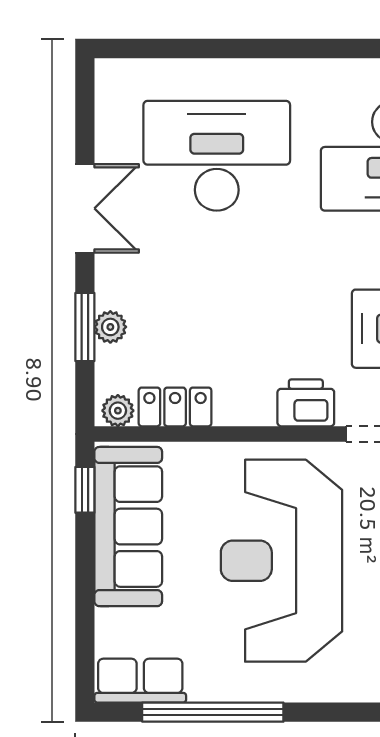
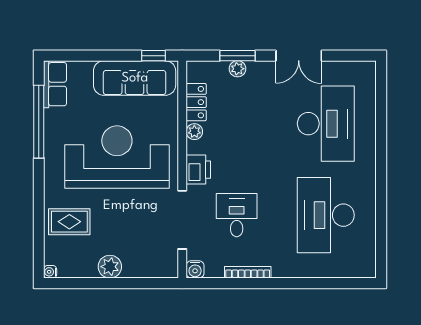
plant: (118, 411) -> (194, 132), moved

